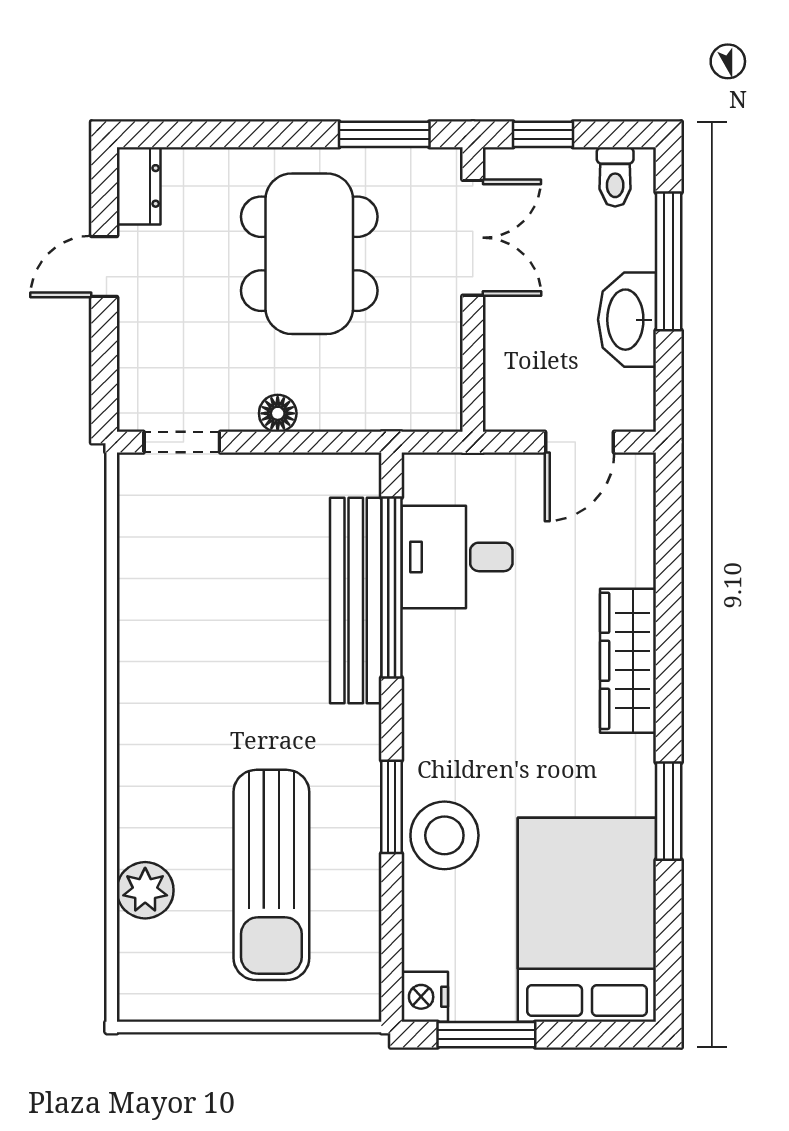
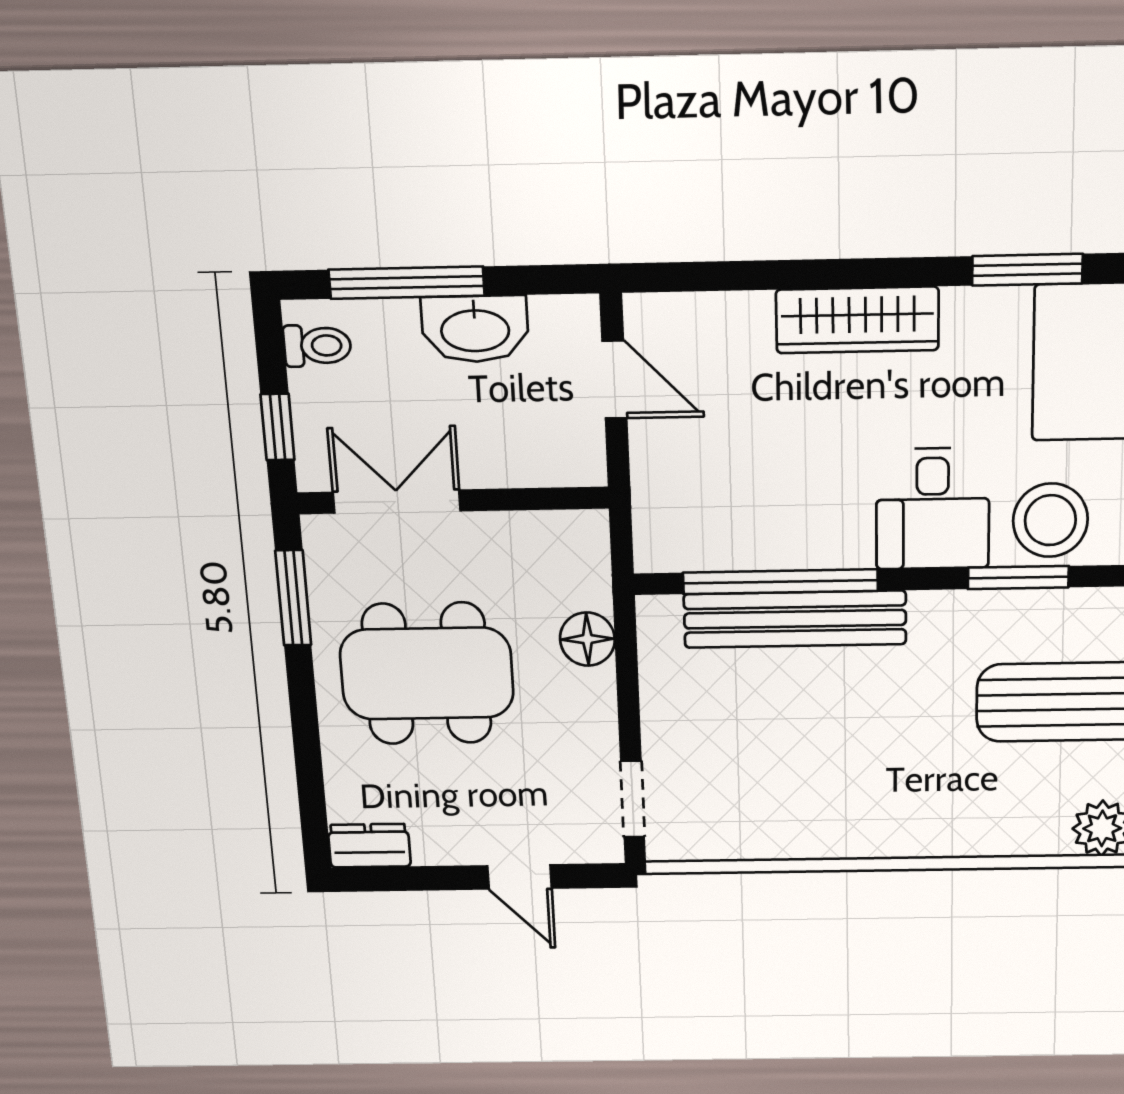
door: (104, 267) -> (520, 877), moved
floor lamp: (278, 413) -> (587, 639), moved, width x1.37, depth x1.37
desk: (457, 557) -> (933, 509), moved

